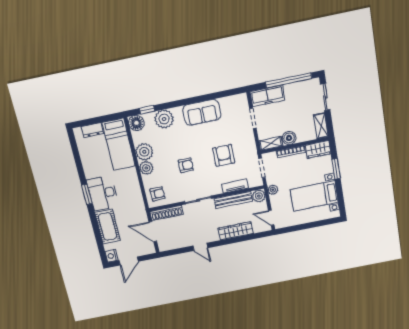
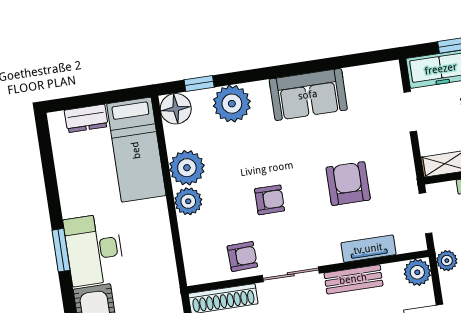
armchair: (157, 194) -> (242, 256), moved
bench: (233, 200) -> (353, 279), width x0.73

